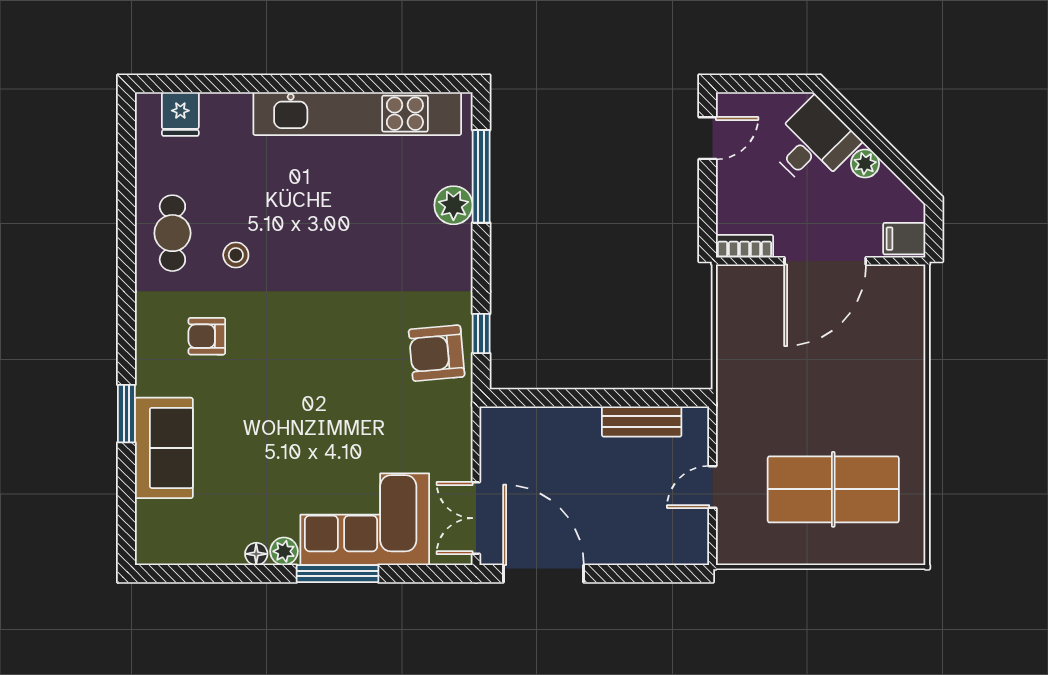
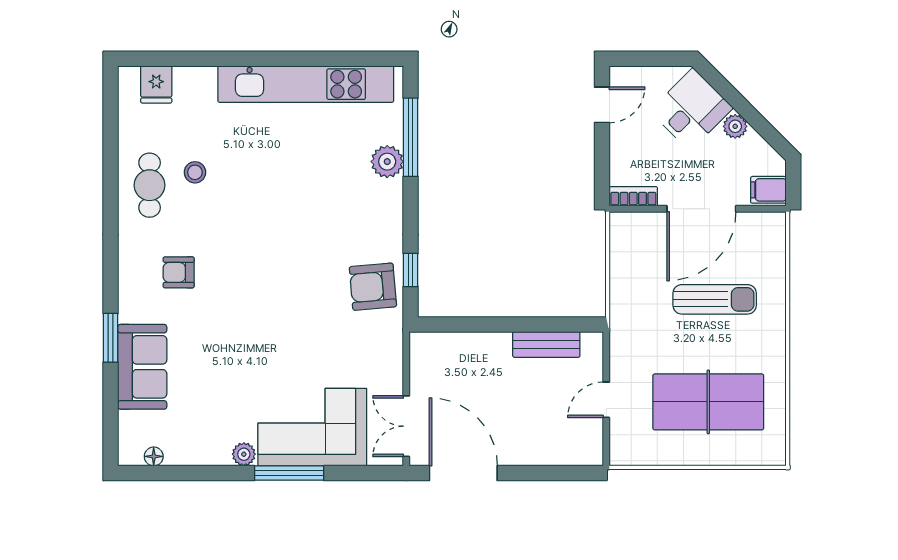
stool: (236, 255) -> (195, 172), moved
sun lounger: (841, 368) -> (715, 299), added
floor lamp: (256, 554) -> (154, 456), moved

